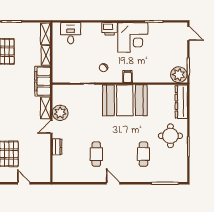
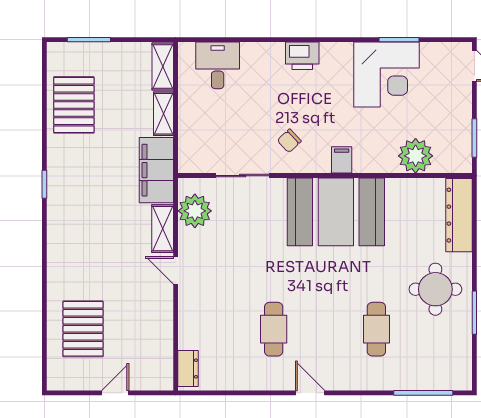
corner desk: (133, 37) -> (387, 75), moved
plant: (179, 75) -> (416, 156), moved
plant: (60, 113) -> (195, 211), moved
door: (51, 127) -> (176, 270), hinge flipped
dresser: (57, 147) -> (188, 369), moved
door: (24, 183) -> (115, 393), hinge flipped

